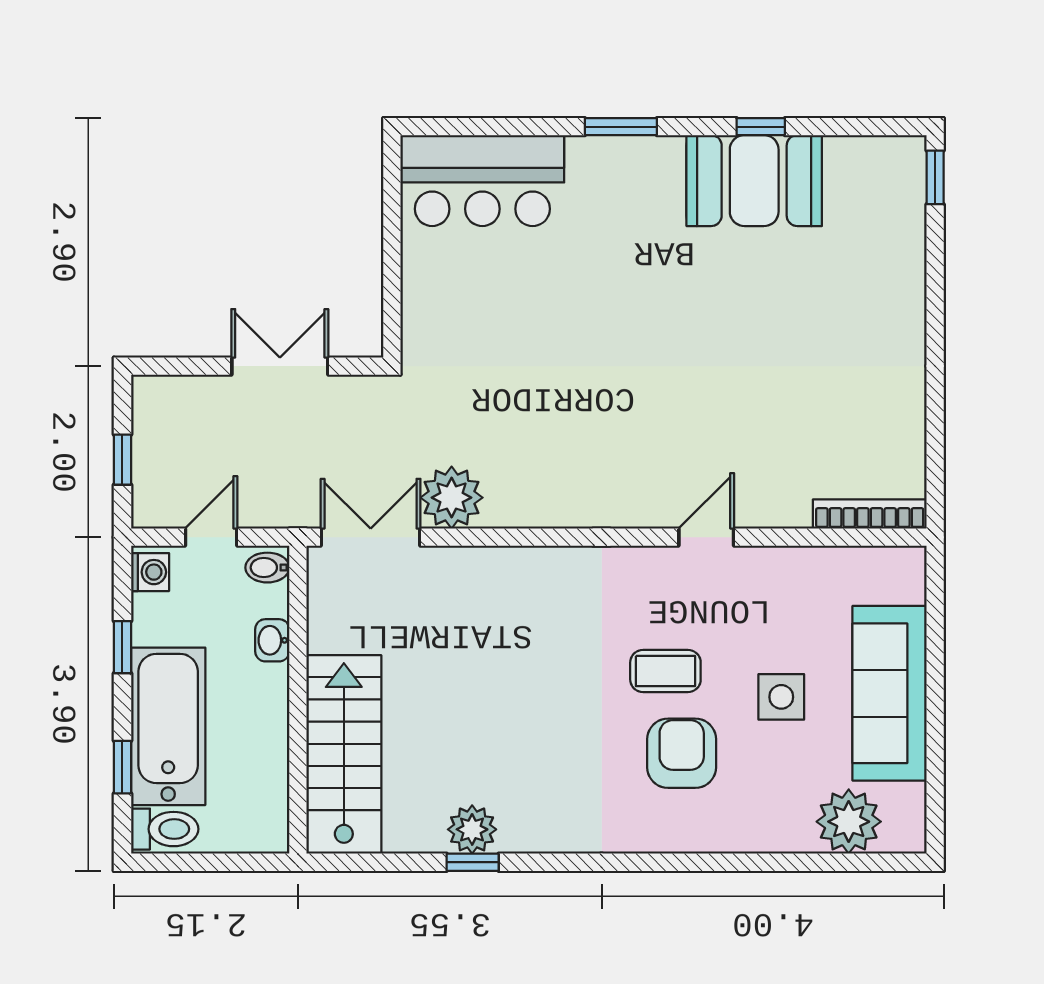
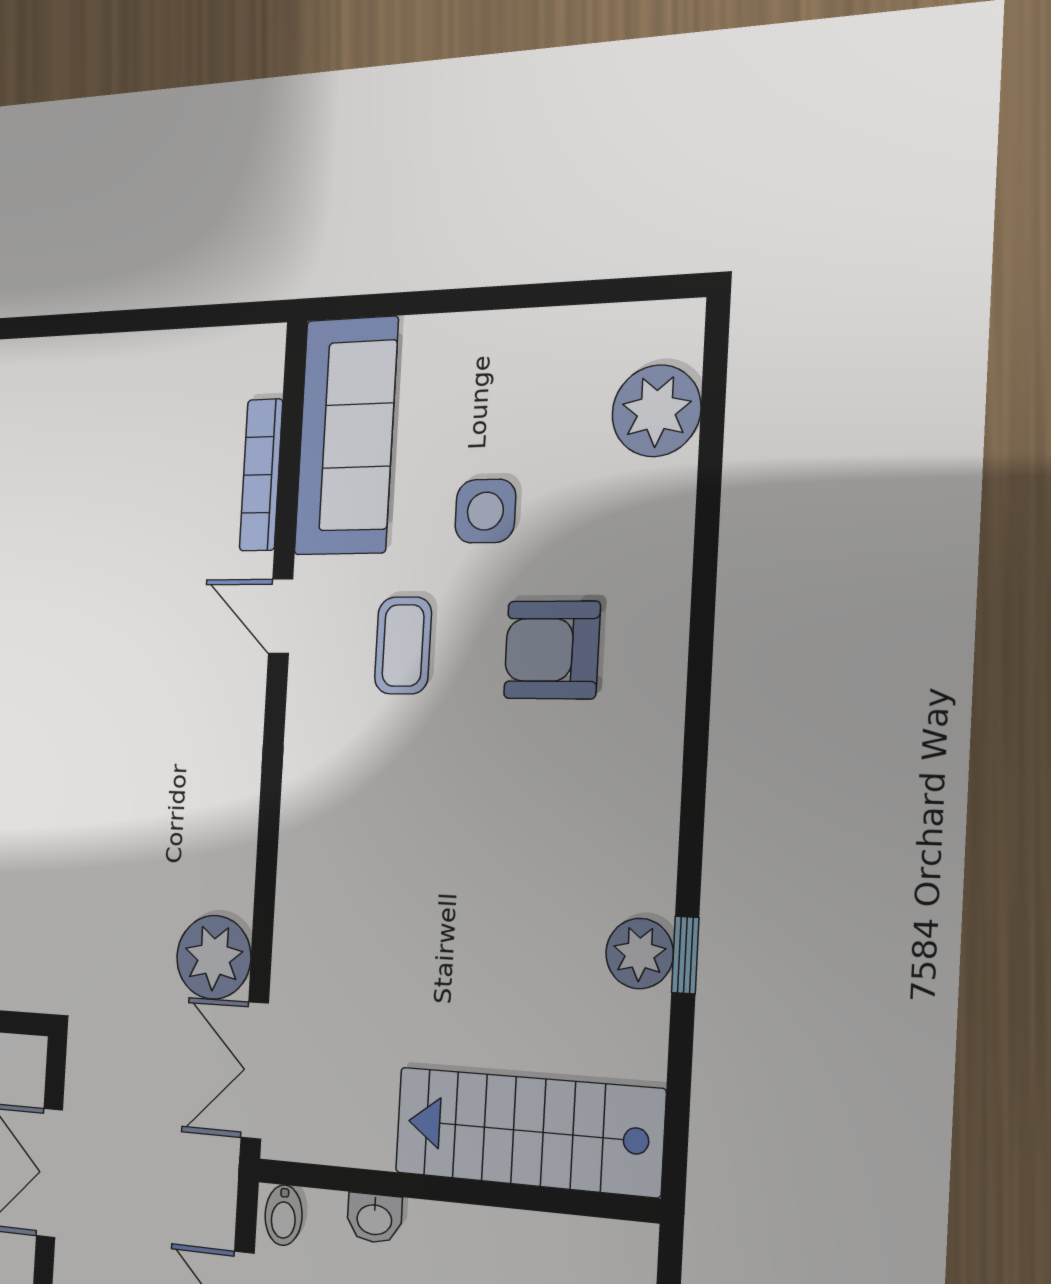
bookcase: (870, 514) -> (261, 475), moved
coffee table: (665, 671) -> (403, 645), moved
sofa: (890, 693) -> (346, 436), moved, turned -90

